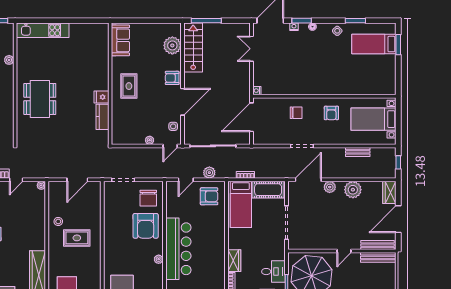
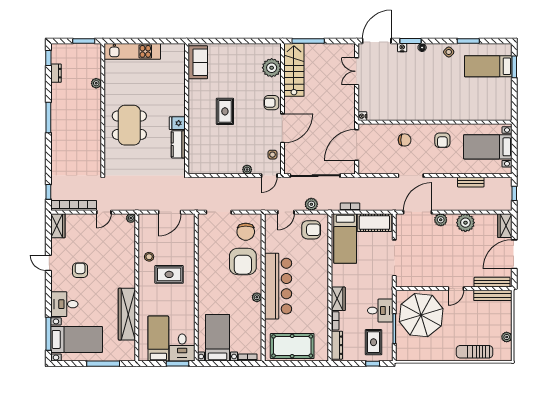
sofa: (120, 40) -> (198, 62), moved
wall: (110, 84) -> (187, 109), moved
fridge: (101, 97) -> (177, 123), moved
kitchen counter: (102, 117) -> (178, 144), moved

